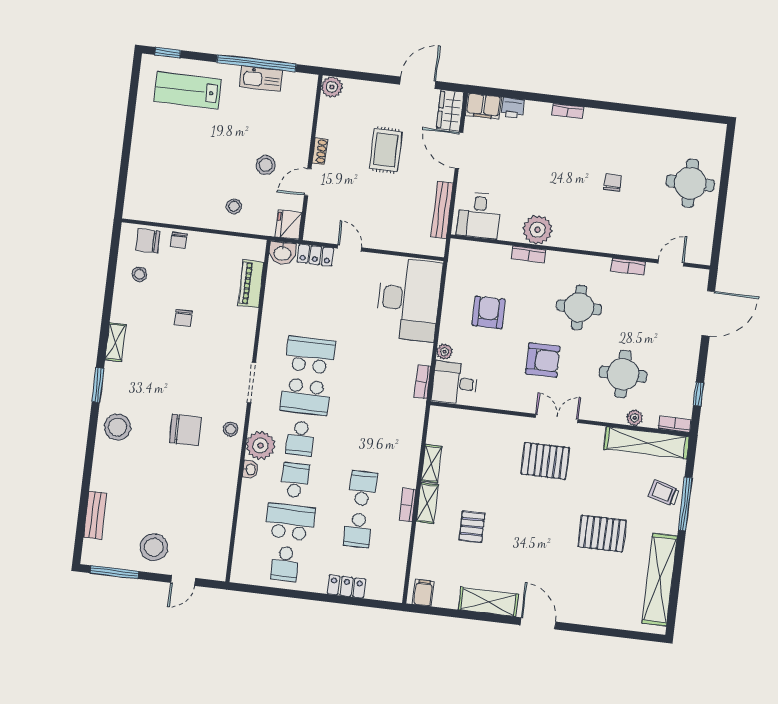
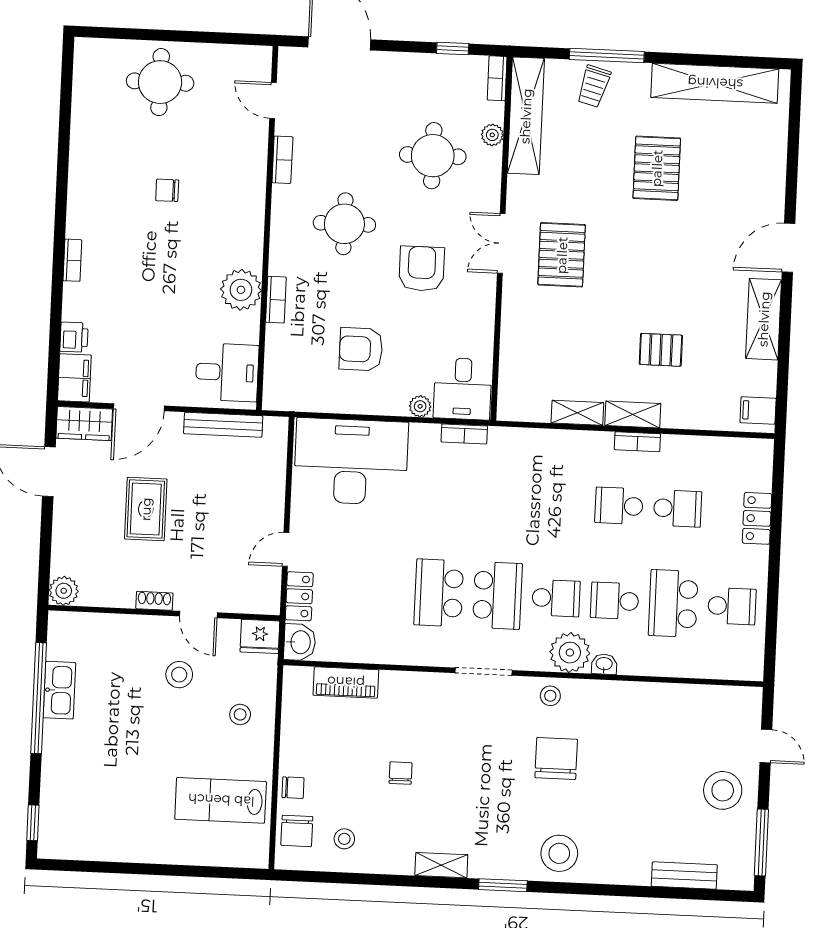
lab bench: (187, 90) -> (221, 800), moved, turned 90
rug: (386, 150) -> (146, 509), turned 90
chair: (183, 318) -> (401, 773), turned -90

